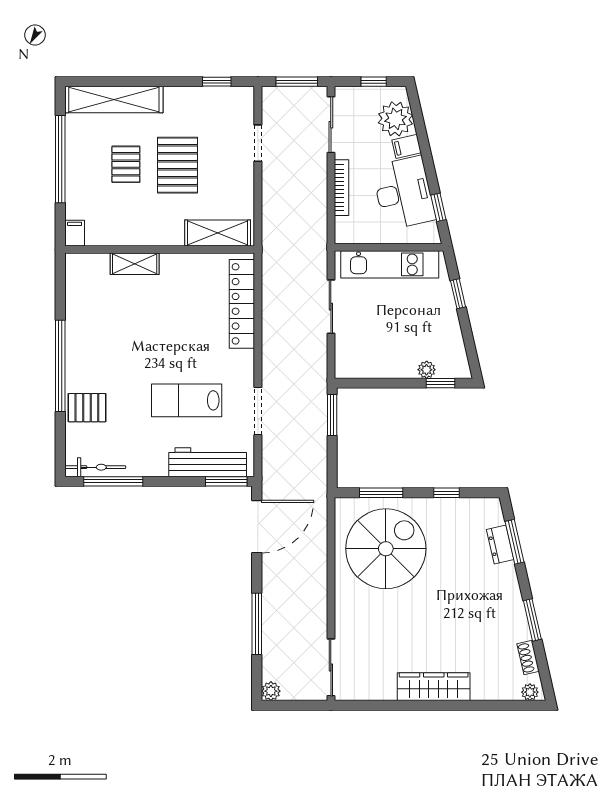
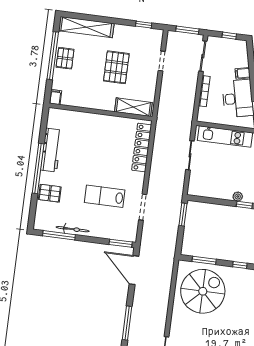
plant: (395, 119) -> (238, 58), removed
pallet: (126, 164) -> (65, 58), moved
shelving: (135, 264) -> (86, 118), removed
workbench: (208, 462) -> (51, 150), moved, turned 90
bicycle: (95, 467) -> (73, 229), moved
door: (257, 527) -> (134, 270), swing flipped

